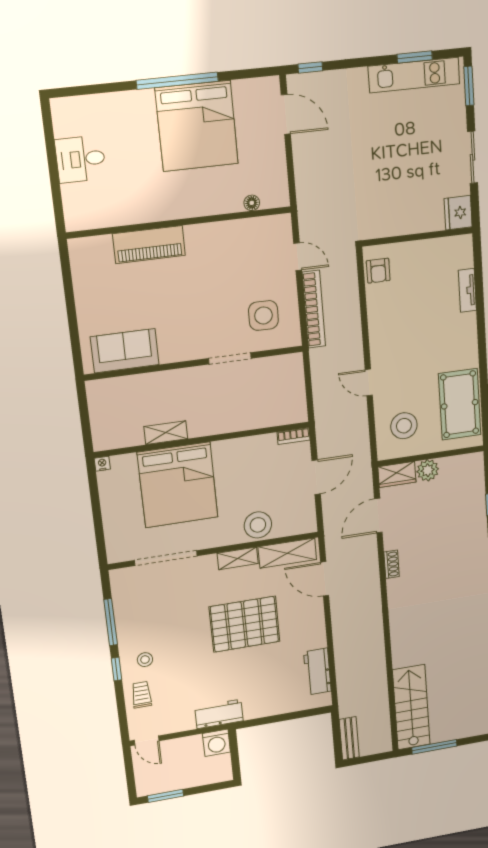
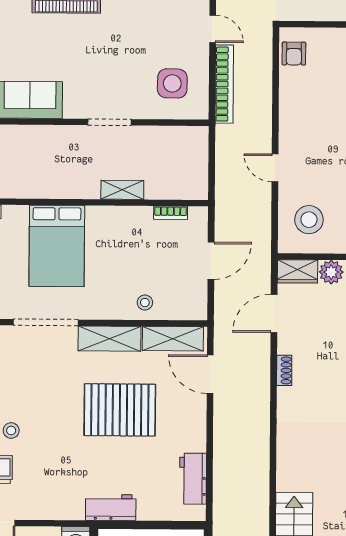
doorway: (230, 358) -> (109, 122), moved
shelving: (166, 433) -> (122, 190), moved
bookcase: (294, 436) -> (171, 213), moved
bed: (178, 485) -> (57, 246), width x0.73
stool: (258, 525) -> (145, 303), width x0.53, depth x0.53
shelving: (238, 558) -> (110, 339), width x1.50, depth x1.33
workbench: (219, 714) -> (111, 508), moved

